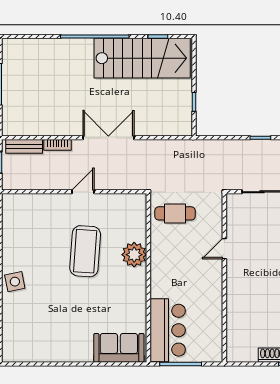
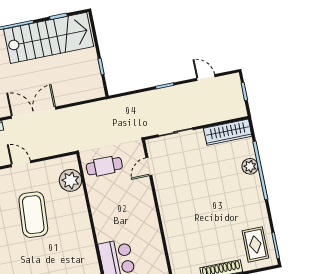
door: (83, 192) -> (21, 164), hinge flipped
door: (224, 249) -> (149, 167), moved
plant: (134, 255) -> (70, 180), moved

